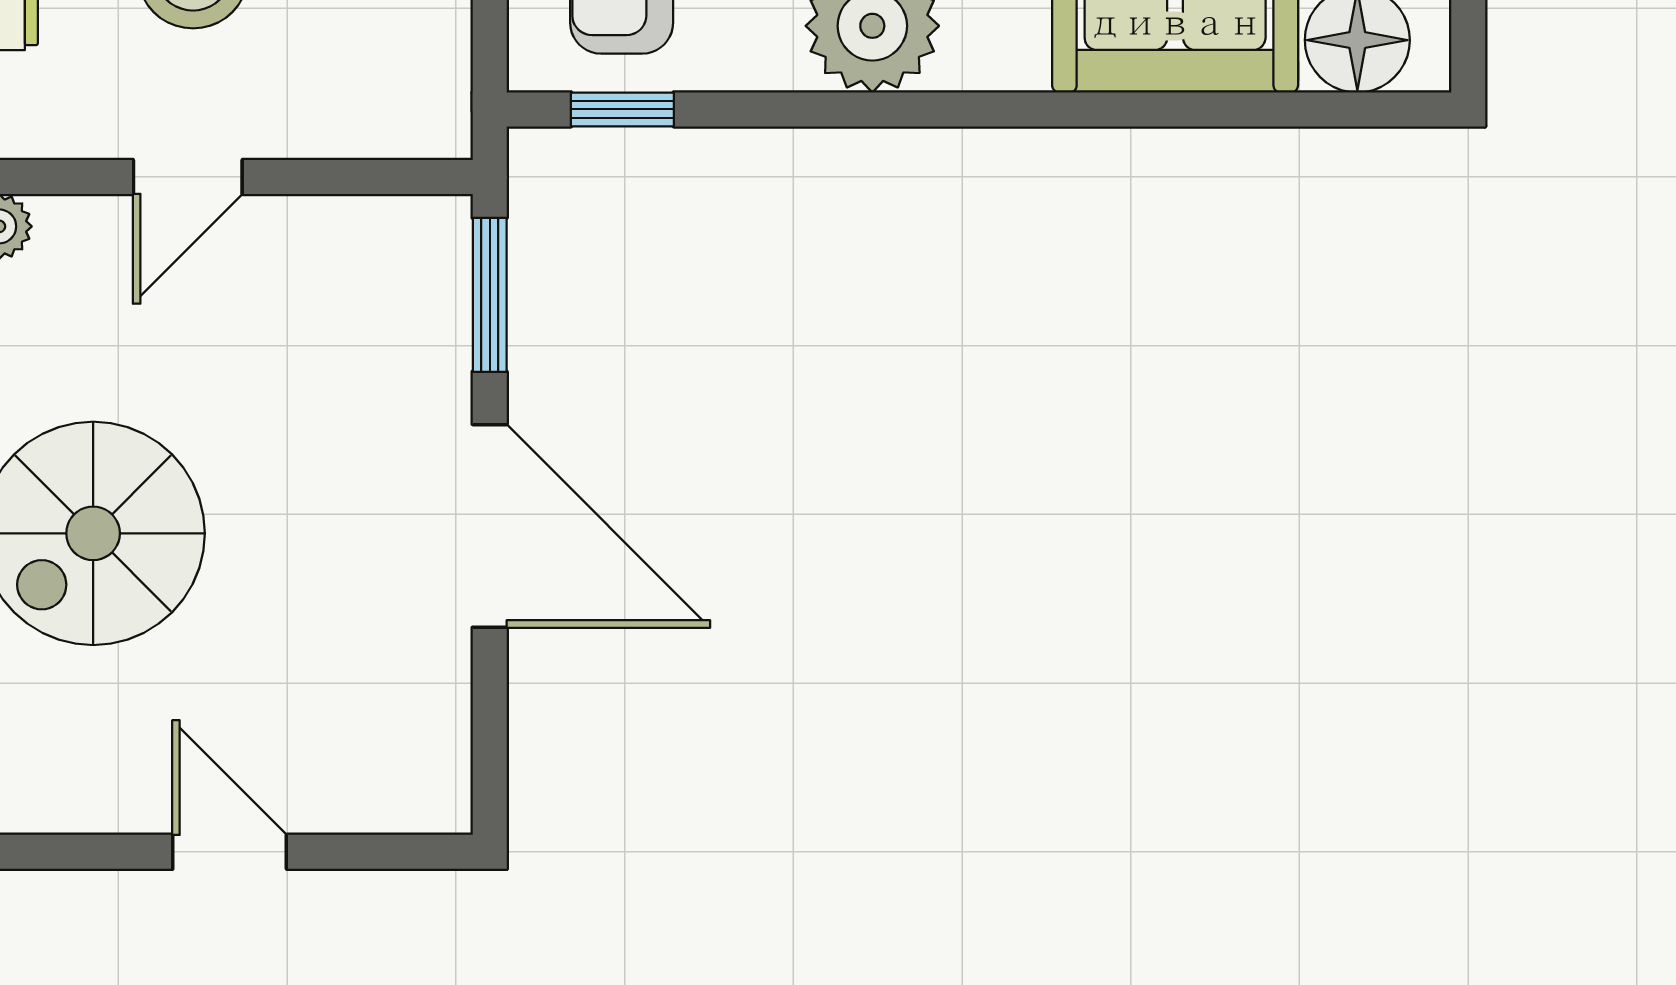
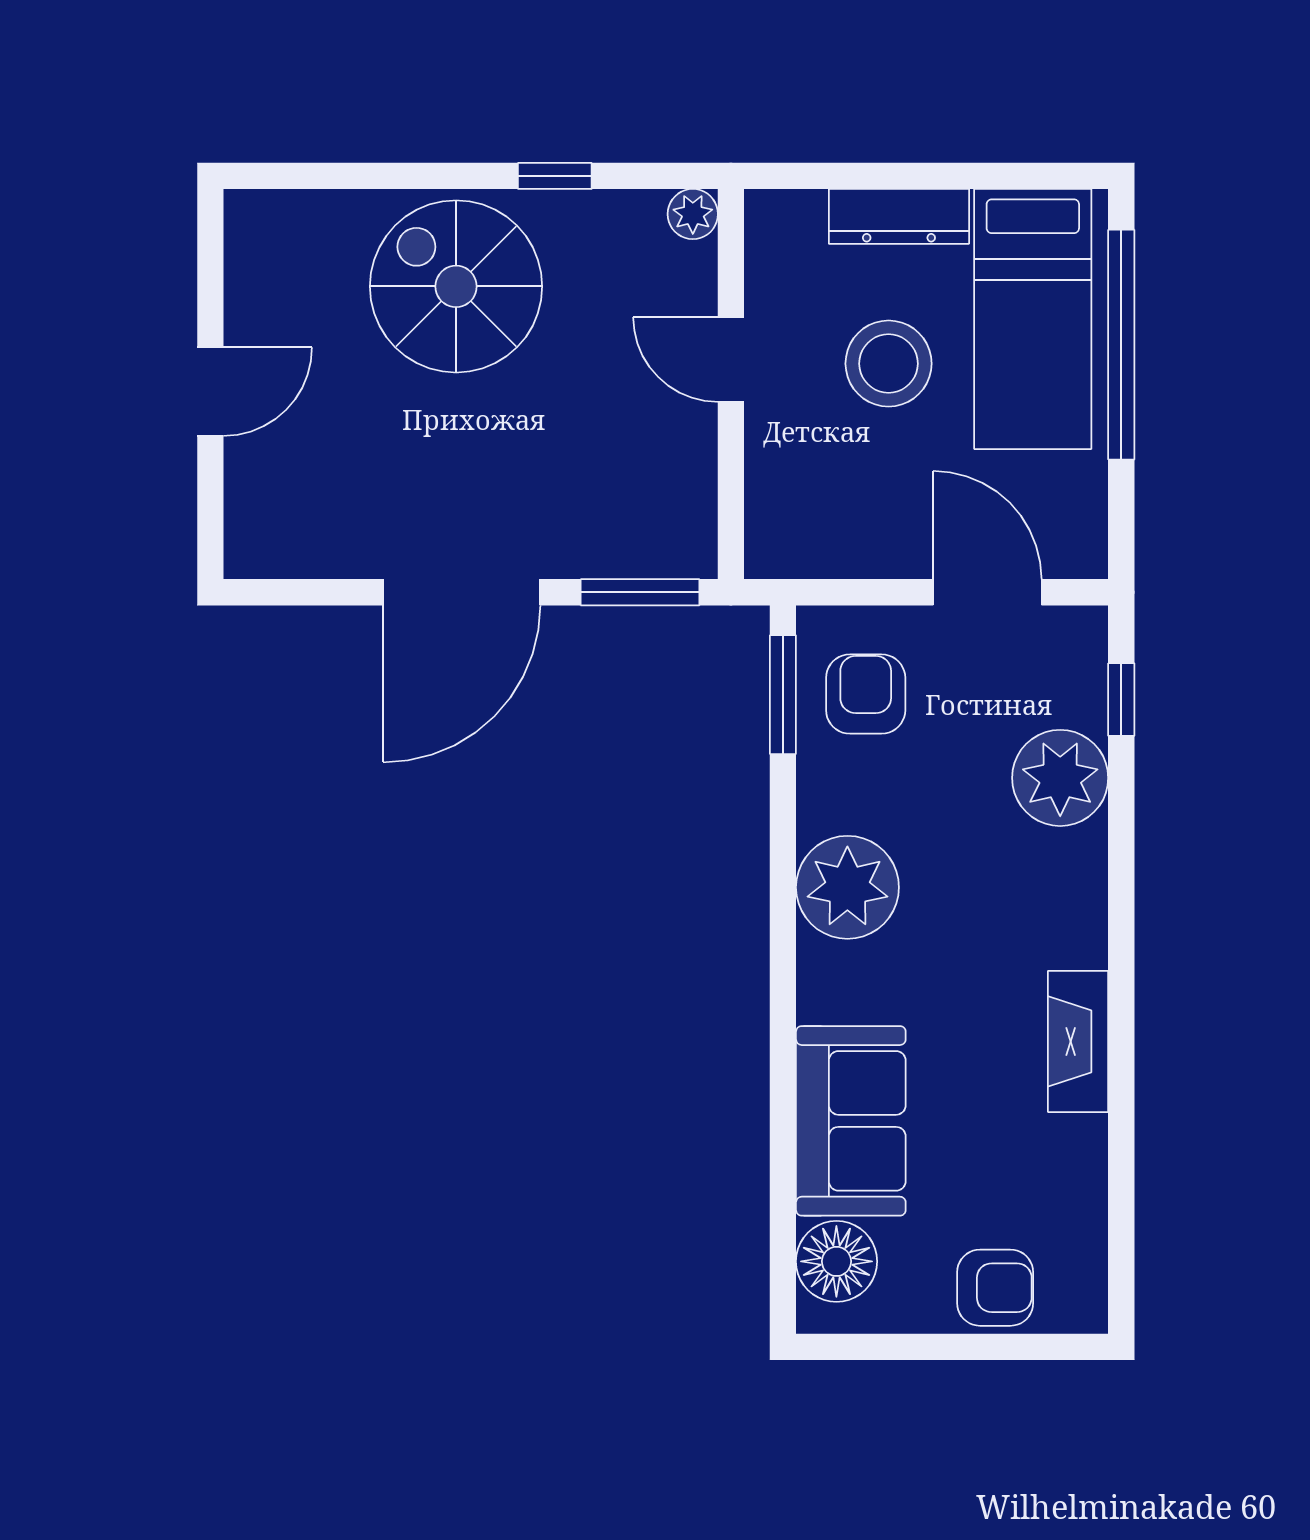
window: (622, 109) -> (783, 695), width x1.50

